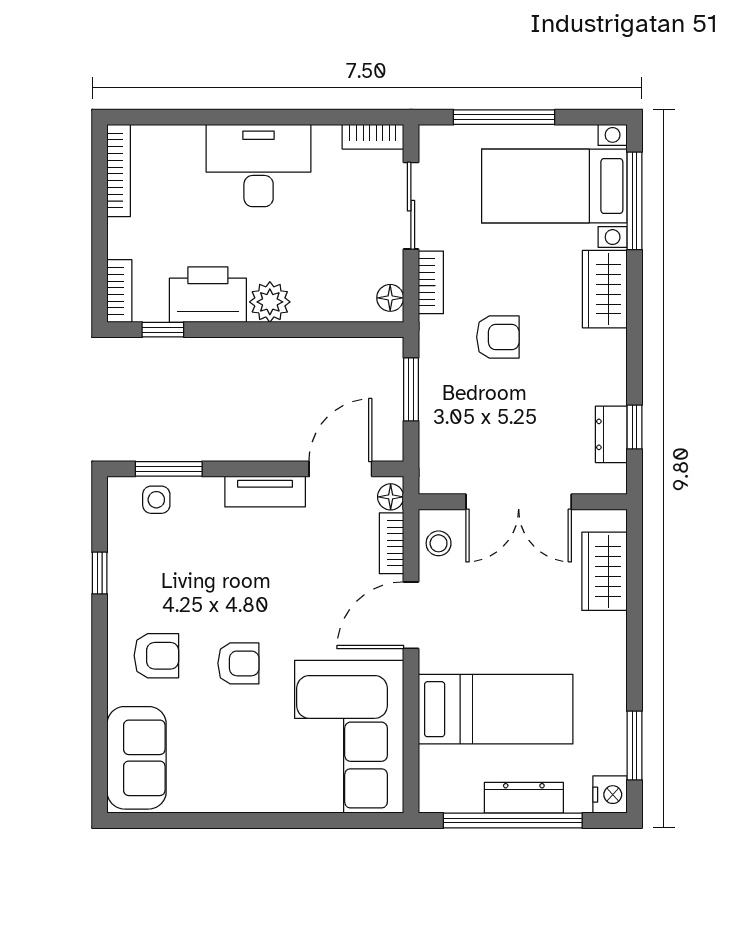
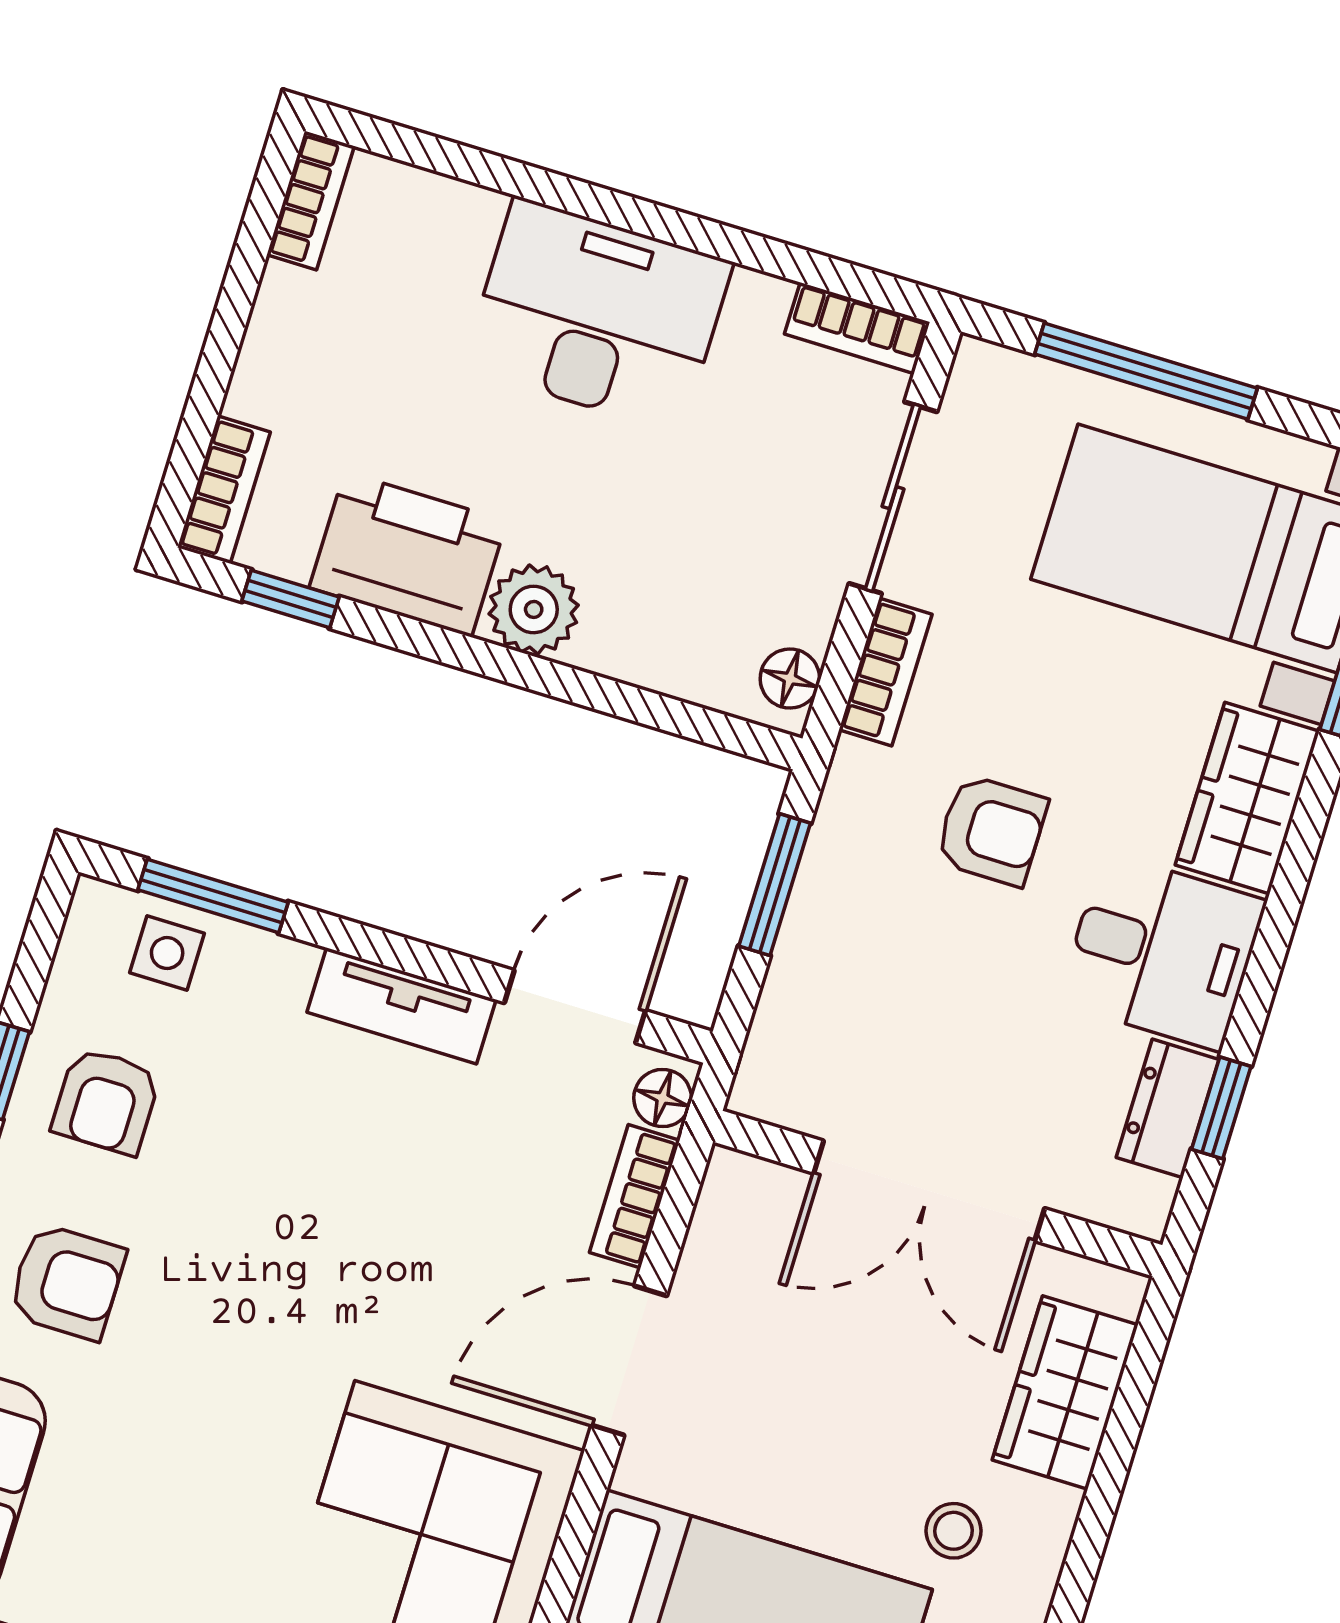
bookcase: (119, 171) -> (311, 200), width x0.64
desk: (588, 367) -> (1162, 951), added
stool: (439, 543) -> (954, 1531), moved
armchair: (238, 663) -> (106, 1101), moved, turned 90

